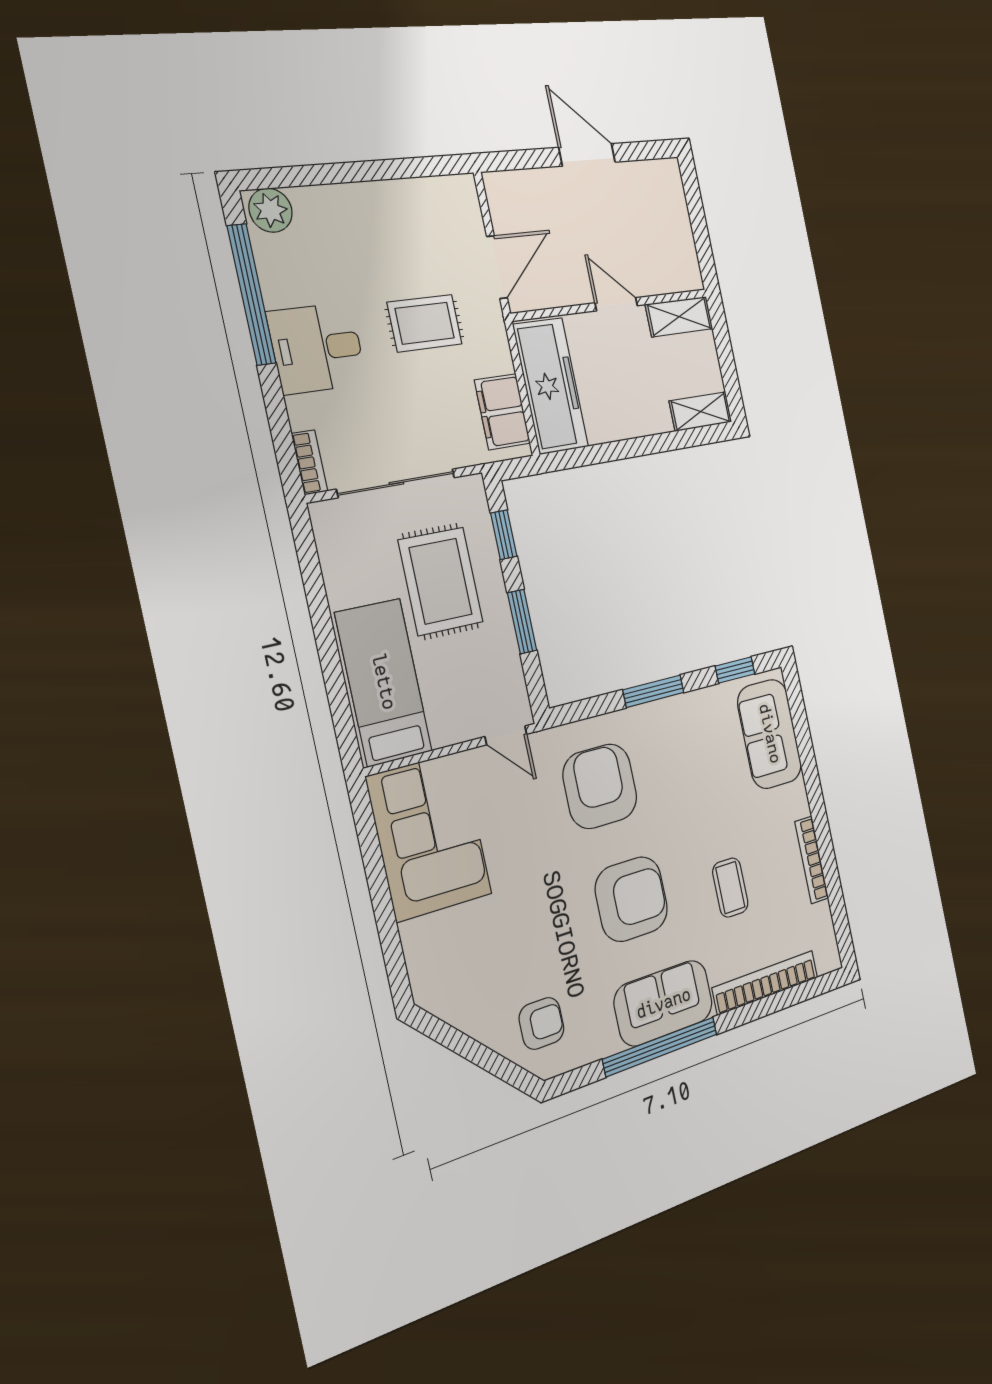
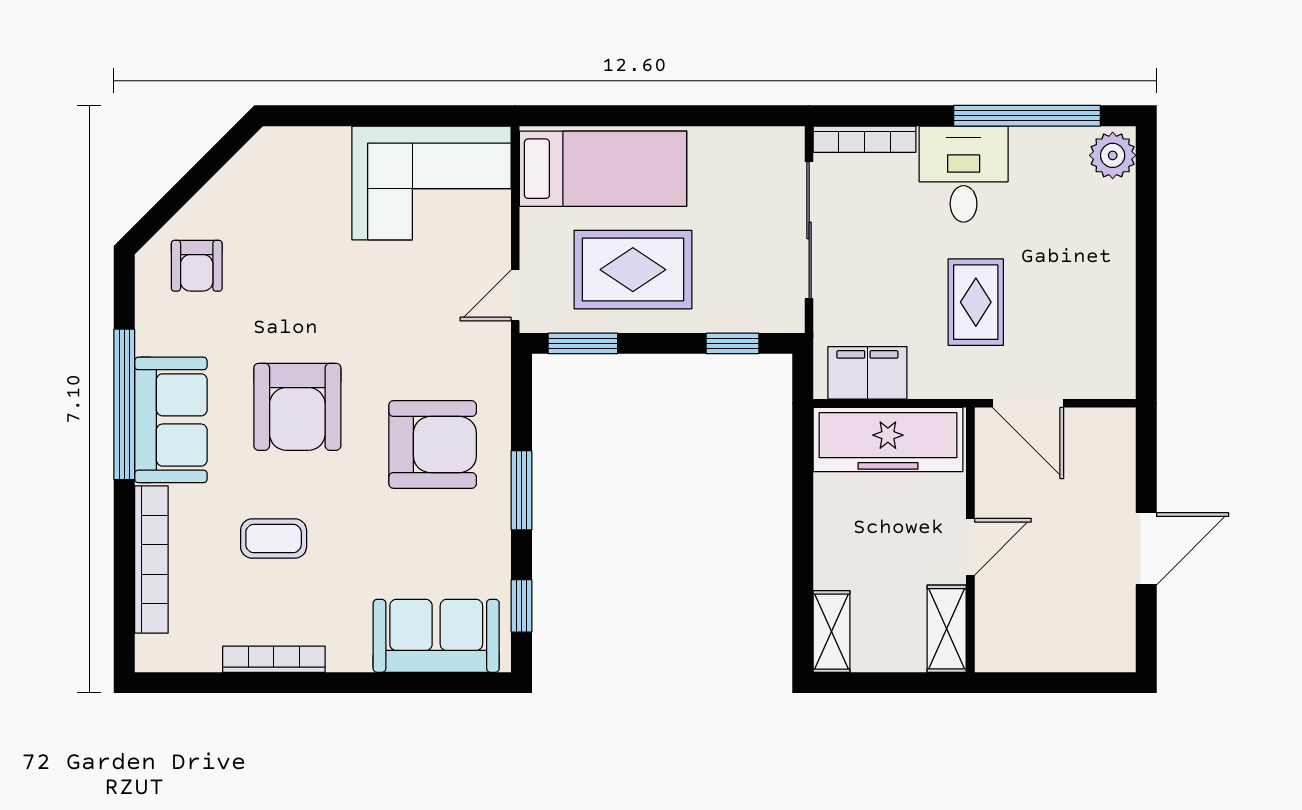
bookcase: (310, 462) -> (864, 139), width x1.56
rug: (441, 581) -> (633, 270), moved
window: (522, 622) -> (583, 343), moved
armchair: (600, 786) -> (433, 444), moved

